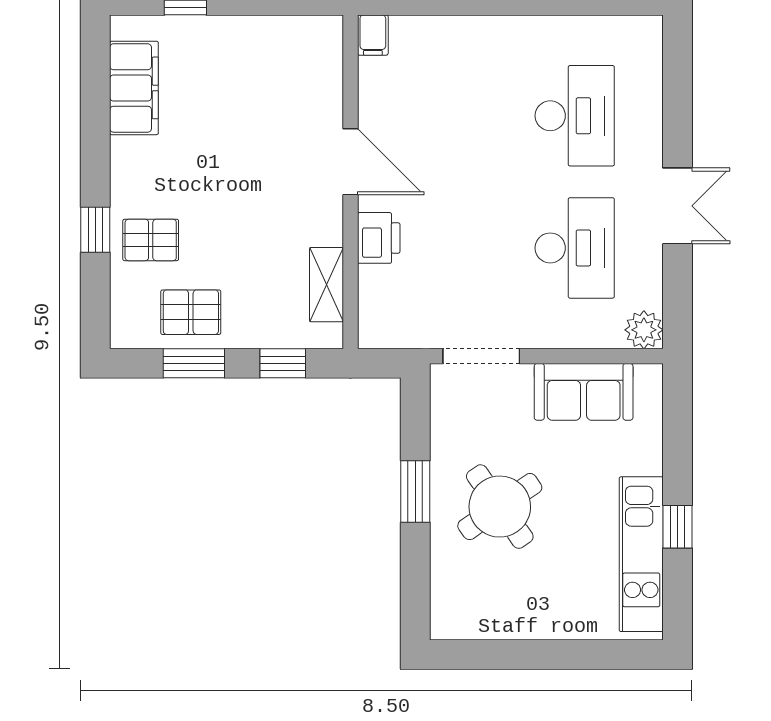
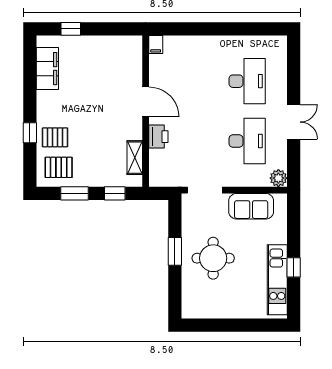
pallet: (191, 312) -> (59, 167), moved
round table: (500, 507) -> (213, 258), turned 35

